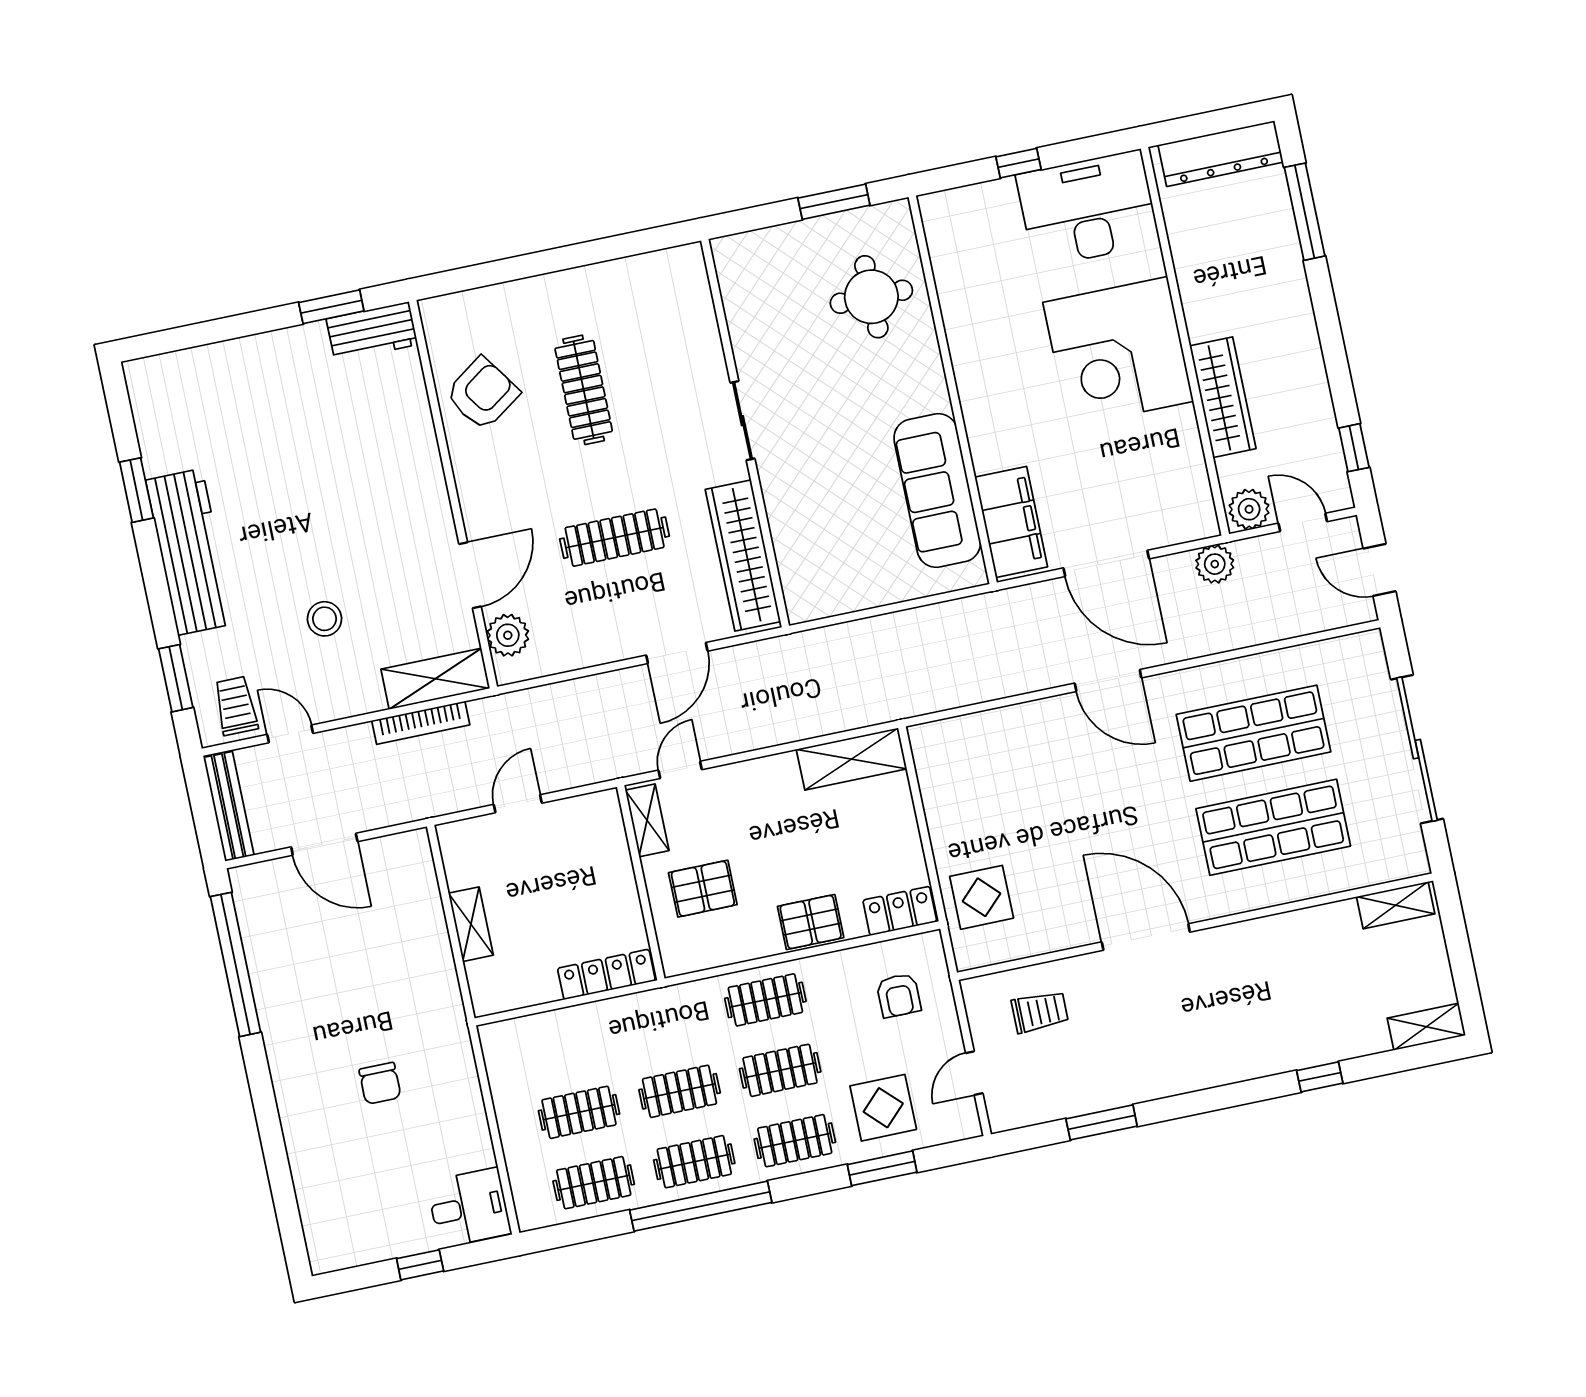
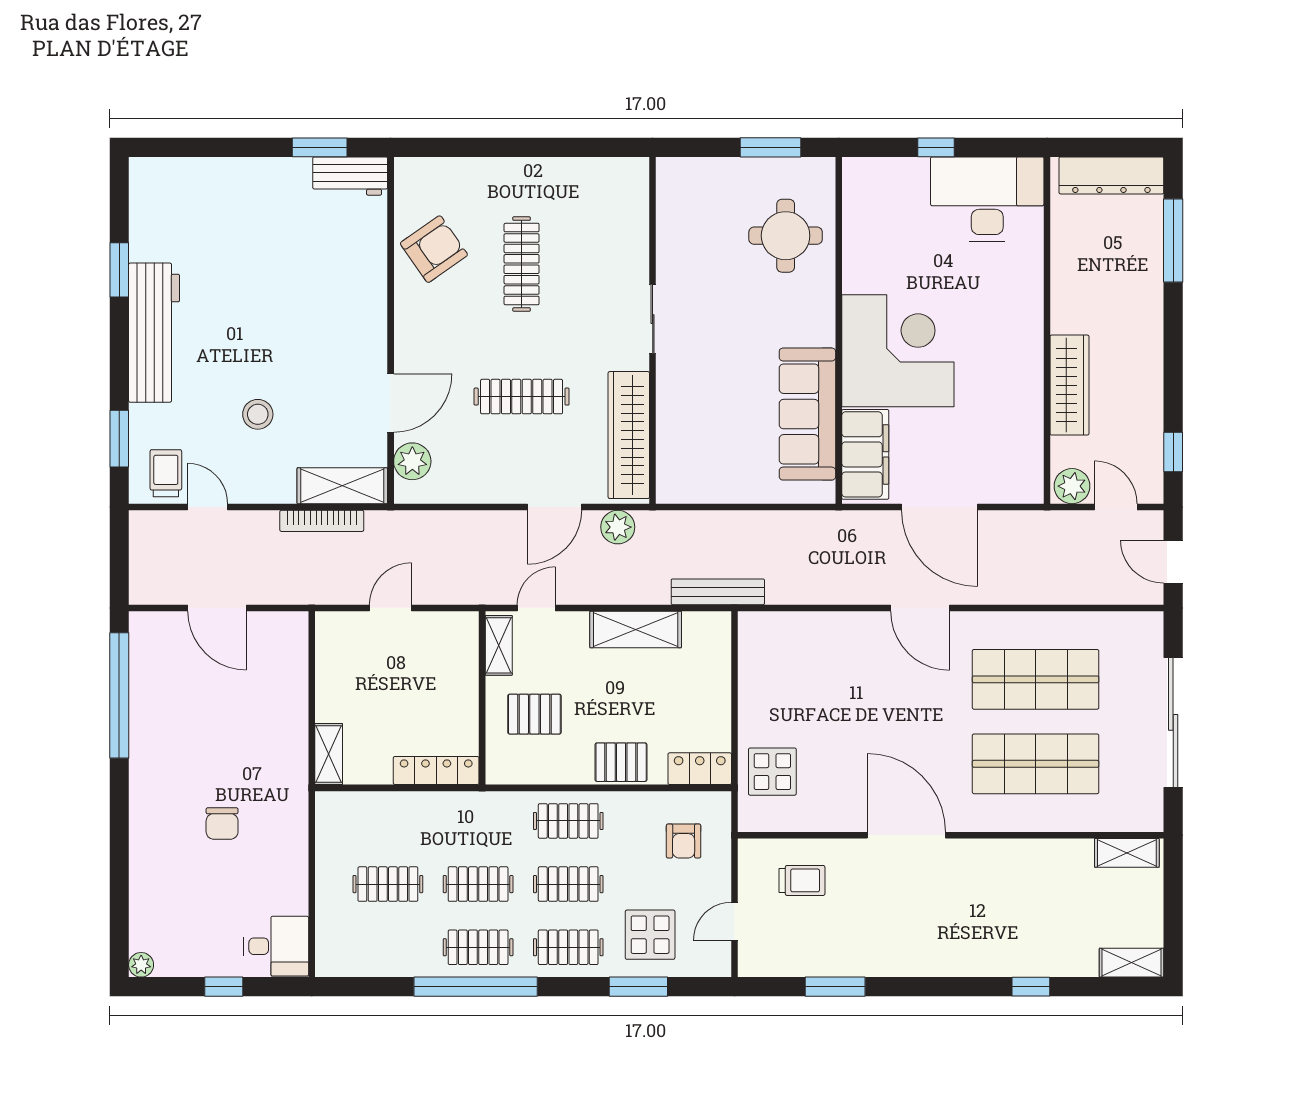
corner desk: (1118, 352) -> (898, 351), moved, turned 180
plant: (1215, 564) -> (618, 527), moved
shelving: (852, 759) -> (636, 629), moved
bench: (229, 806) -> (718, 592), moved, turned 90
shelving: (471, 924) -> (329, 754), moved
clothes rail: (594, 1183) -> (388, 947), removed
plant: (323, 1260) -> (141, 965), added

